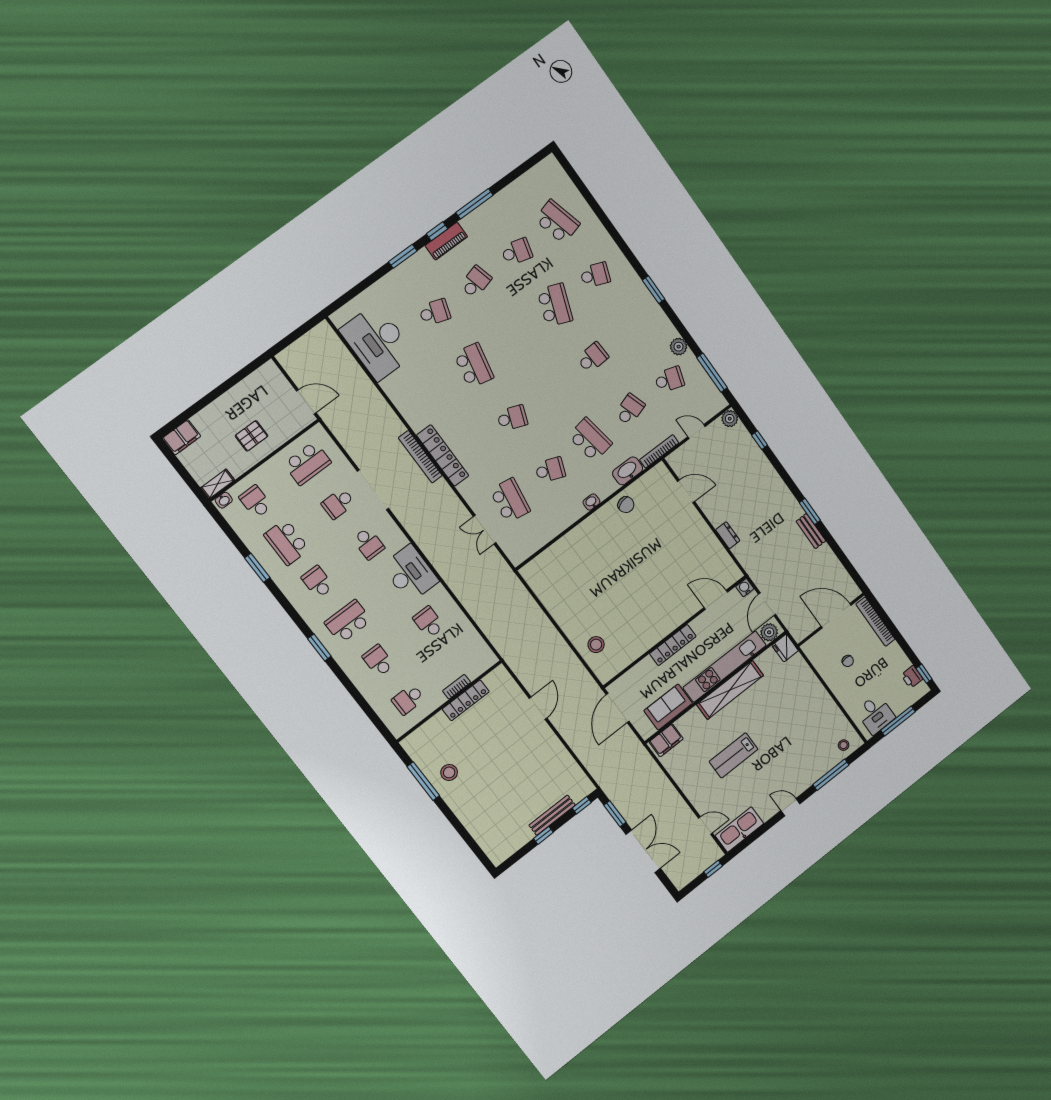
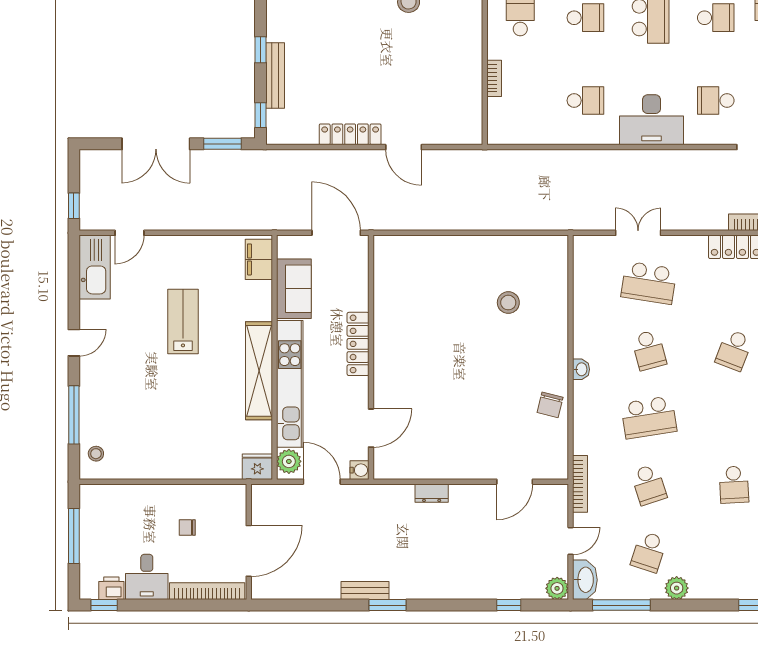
school desk: (550, 470) -> (649, 350), turned -36
washbasin: (628, 471) -> (585, 580), moved
chair: (626, 505) -> (550, 405), turned -60
stool: (596, 645) -> (508, 303), moved
locker: (466, 700) -> (350, 134), moved, turned 90
desk: (876, 714) -> (147, 577), moved, turned -90

